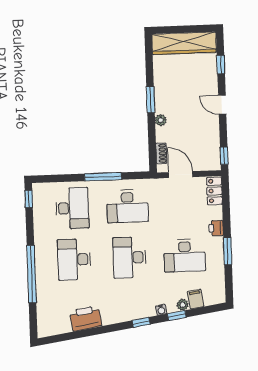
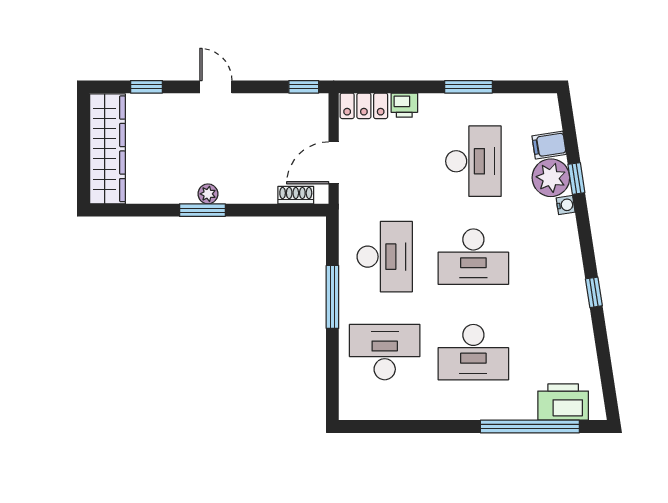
door: (222, 105) -> (216, 87), swing flipped
plant: (161, 120) -> (208, 194), moved
window: (29, 199) -> (366, 426), removed
printer: (216, 228) -> (404, 105), moved
window: (31, 274) -> (530, 426), moved
plant: (183, 305) -> (551, 178), width x1.87, depth x1.87
printer: (86, 318) -> (563, 402), moved, turned 99
window: (141, 322) -> (594, 292), moved

